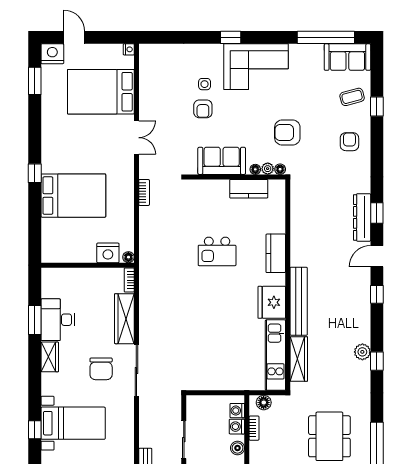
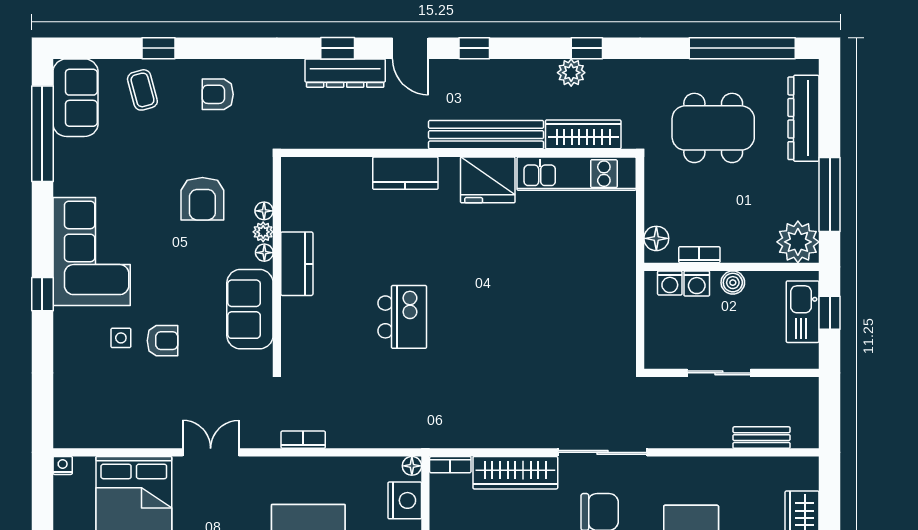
kitchen counter: (276, 253) -> (405, 173), moved
wall: (288, 285) -> (458, 153), moved
bench: (299, 301) -> (486, 135), moved
fridge: (272, 302) -> (488, 180), moved
kitchen unit: (275, 355) -> (577, 174), moved
wardrobe: (299, 359) -> (583, 134), moved

